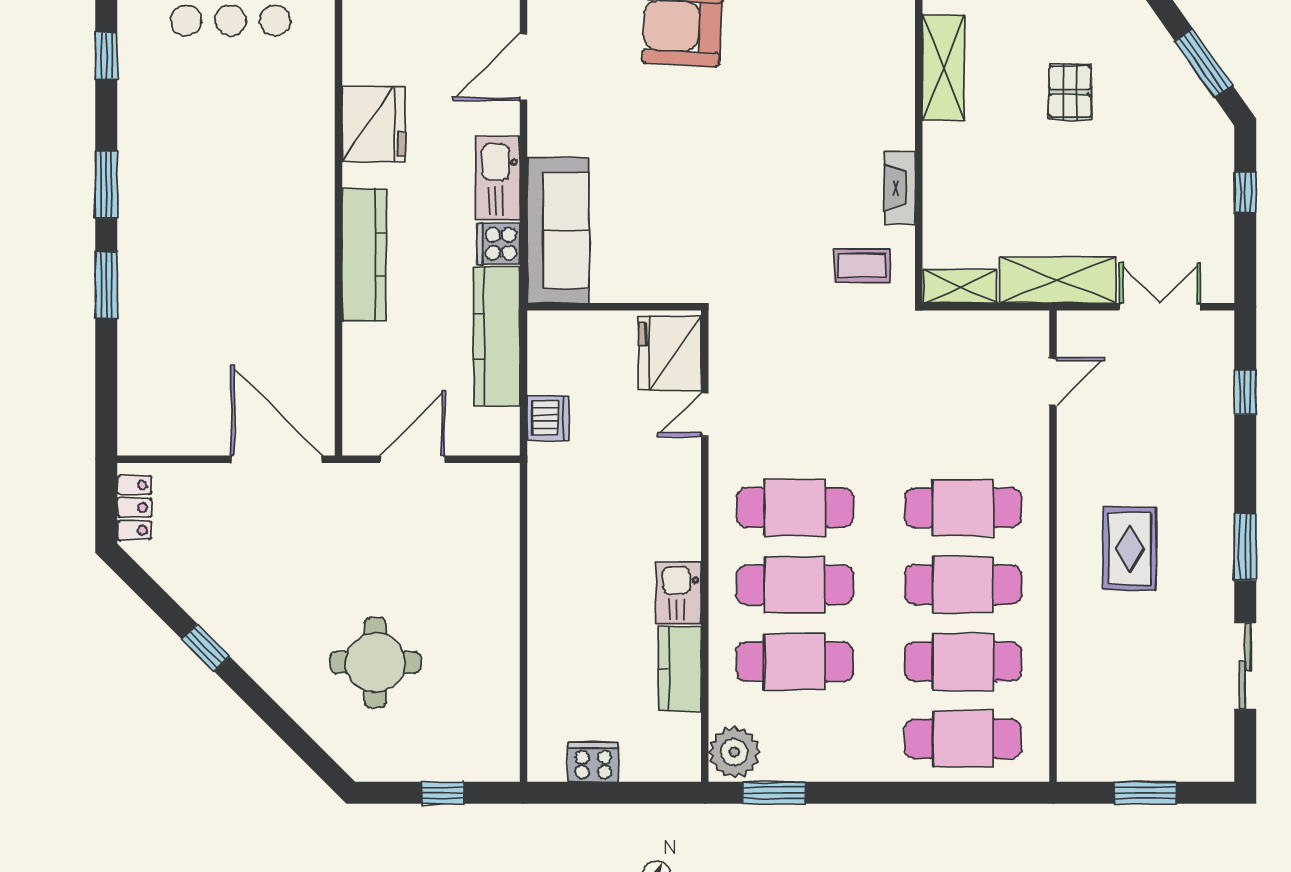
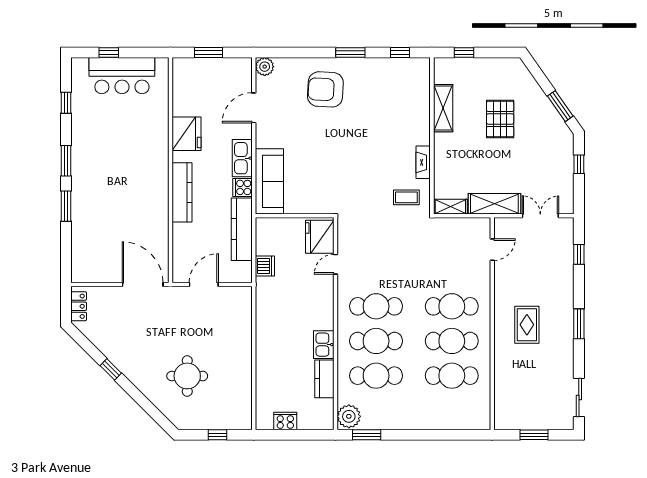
pallet: (1070, 92) -> (500, 119), width x1.50, depth x1.42
sliding door: (1245, 666) -> (579, 398), moved
cafe table: (963, 739) -> (452, 410), removed

